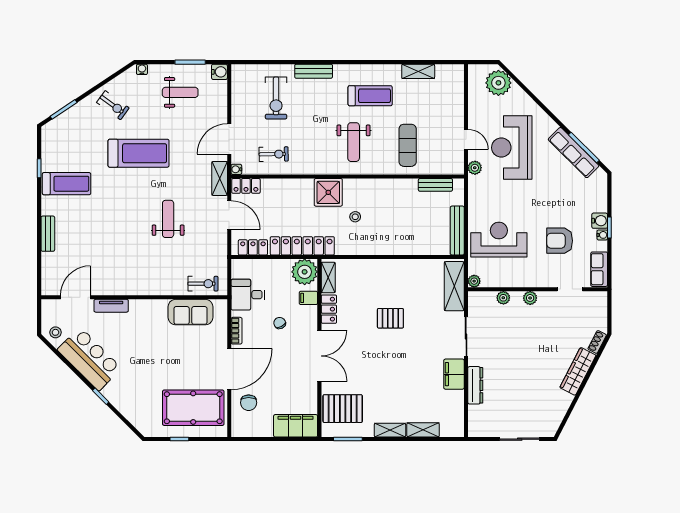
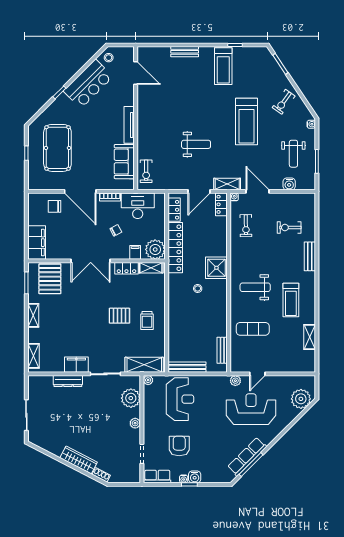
water cooler: (219, 72) -> (289, 184), moved
exercise bike: (276, 98) -> (289, 228), width x0.73, depth x0.72
trolley: (397, 283) -> (147, 320), added
desk: (248, 295) -> (138, 206), width x1.37
plant: (503, 298) -> (131, 398), width x1.88, depth x1.88
tv unit: (111, 306) -> (129, 125), moved, width x1.41
pallet: (390, 318) -> (119, 316), turned 90
pool table: (193, 408) -> (57, 148), moved
shelving: (423, 430) -> (34, 356), moved

